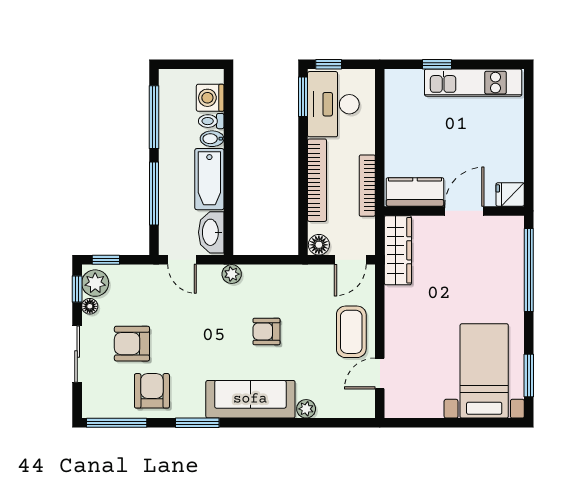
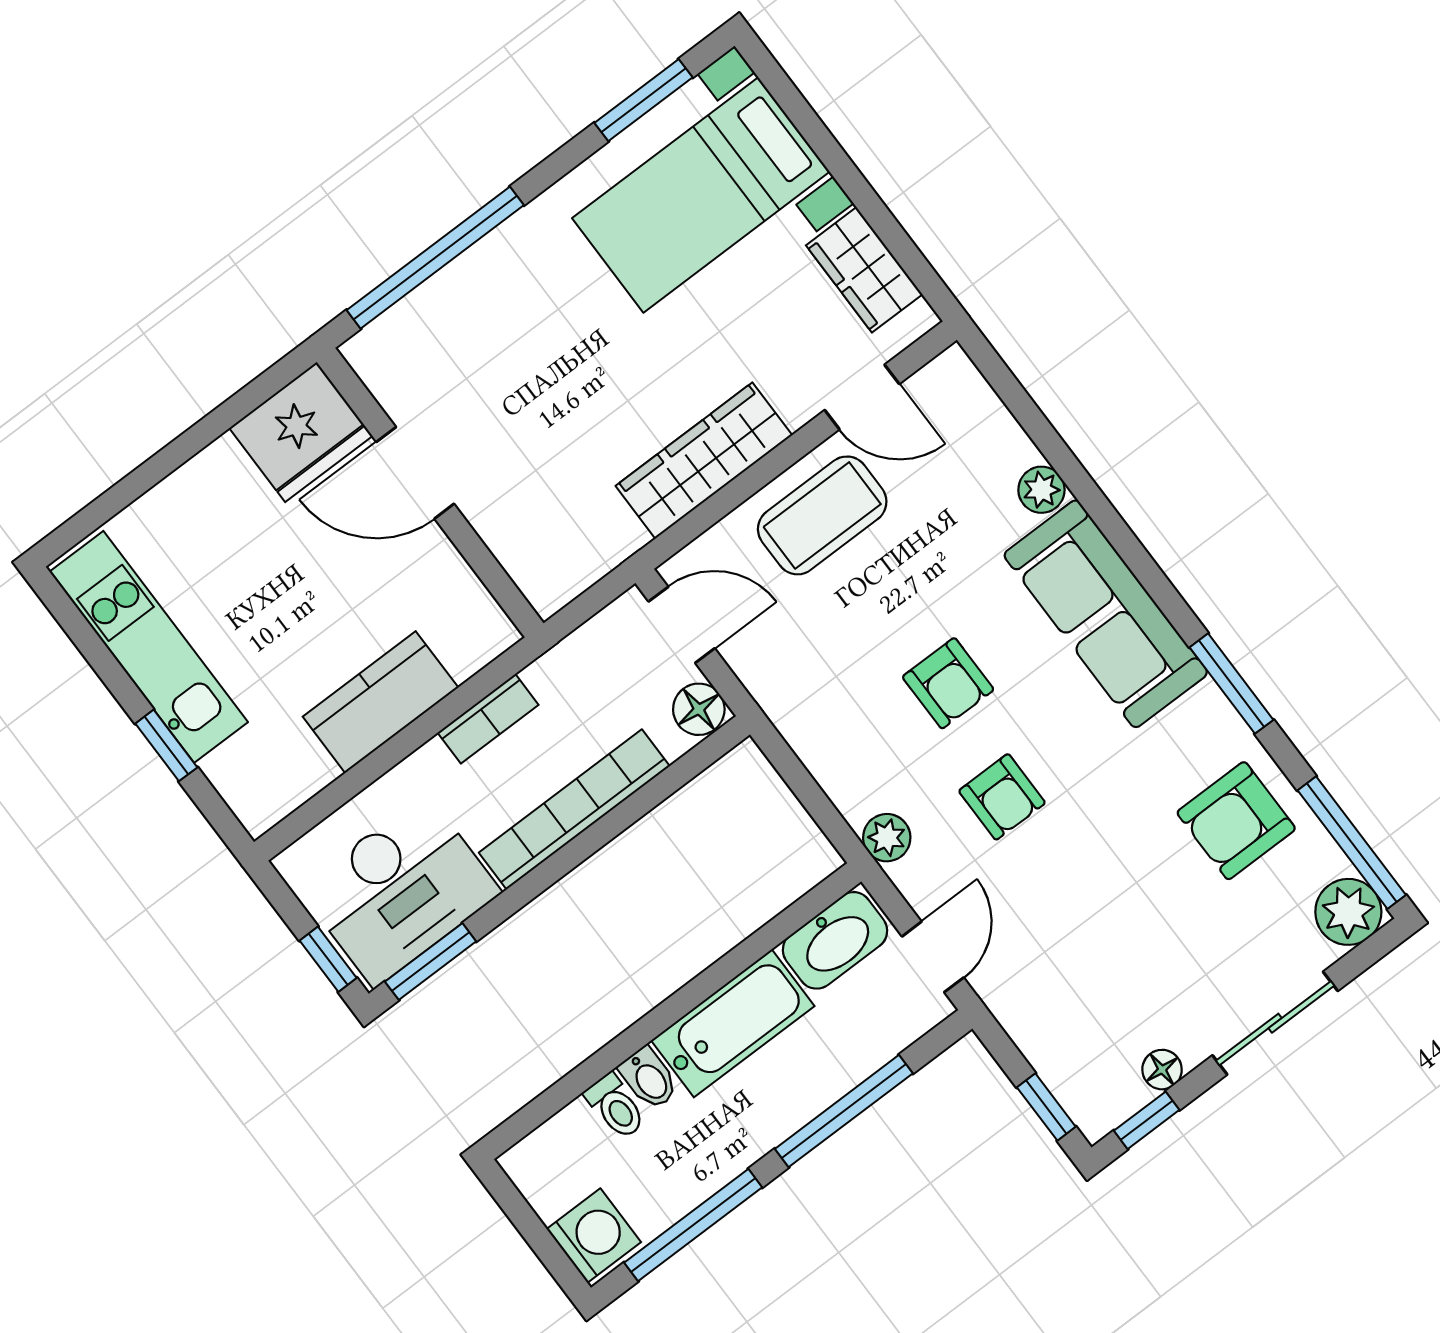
washing machine: (210, 98) -> (594, 1236), moved, turned -90
bookcase: (367, 186) -> (488, 719), width x0.64
kitchen counter: (415, 192) -> (381, 702), moved, turned 90
fridge: (510, 194) -> (301, 432), width x1.88, depth x1.34
wardrobe: (398, 250) -> (704, 461), moved
plant: (95, 283) -> (1348, 912), moved
armchair: (132, 344) -> (1002, 797), moved, width x0.72, depth x0.72
wardrobe: (420, 405) -> (864, 270), added

